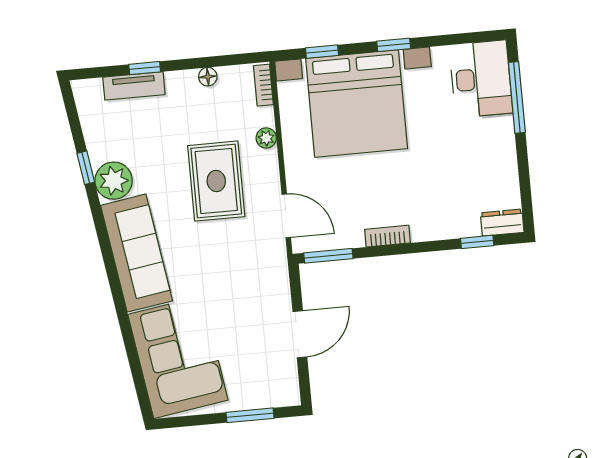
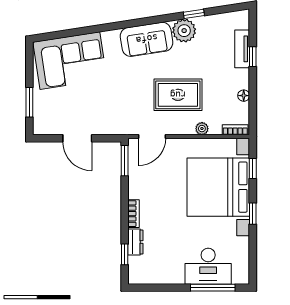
desk: (481, 79) -> (208, 266), moved
dresser: (502, 223) -> (135, 242), moved
bookcase: (387, 236) -> (134, 214), moved
sofa: (137, 253) -> (147, 39), width x0.73

